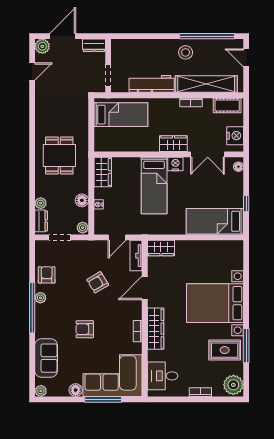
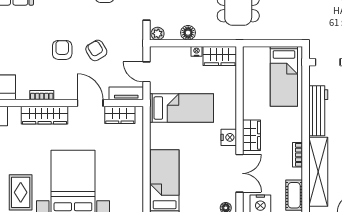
double door: (208, 154) -> (239, 173), swing flipped
bed: (154, 186) -> (181, 108), moved, turned 180
nightstand: (99, 204) -> (197, 51), moved
wardrobe: (161, 248) -> (120, 115), moved, turned -90
armchair: (85, 329) -> (62, 50), moved

